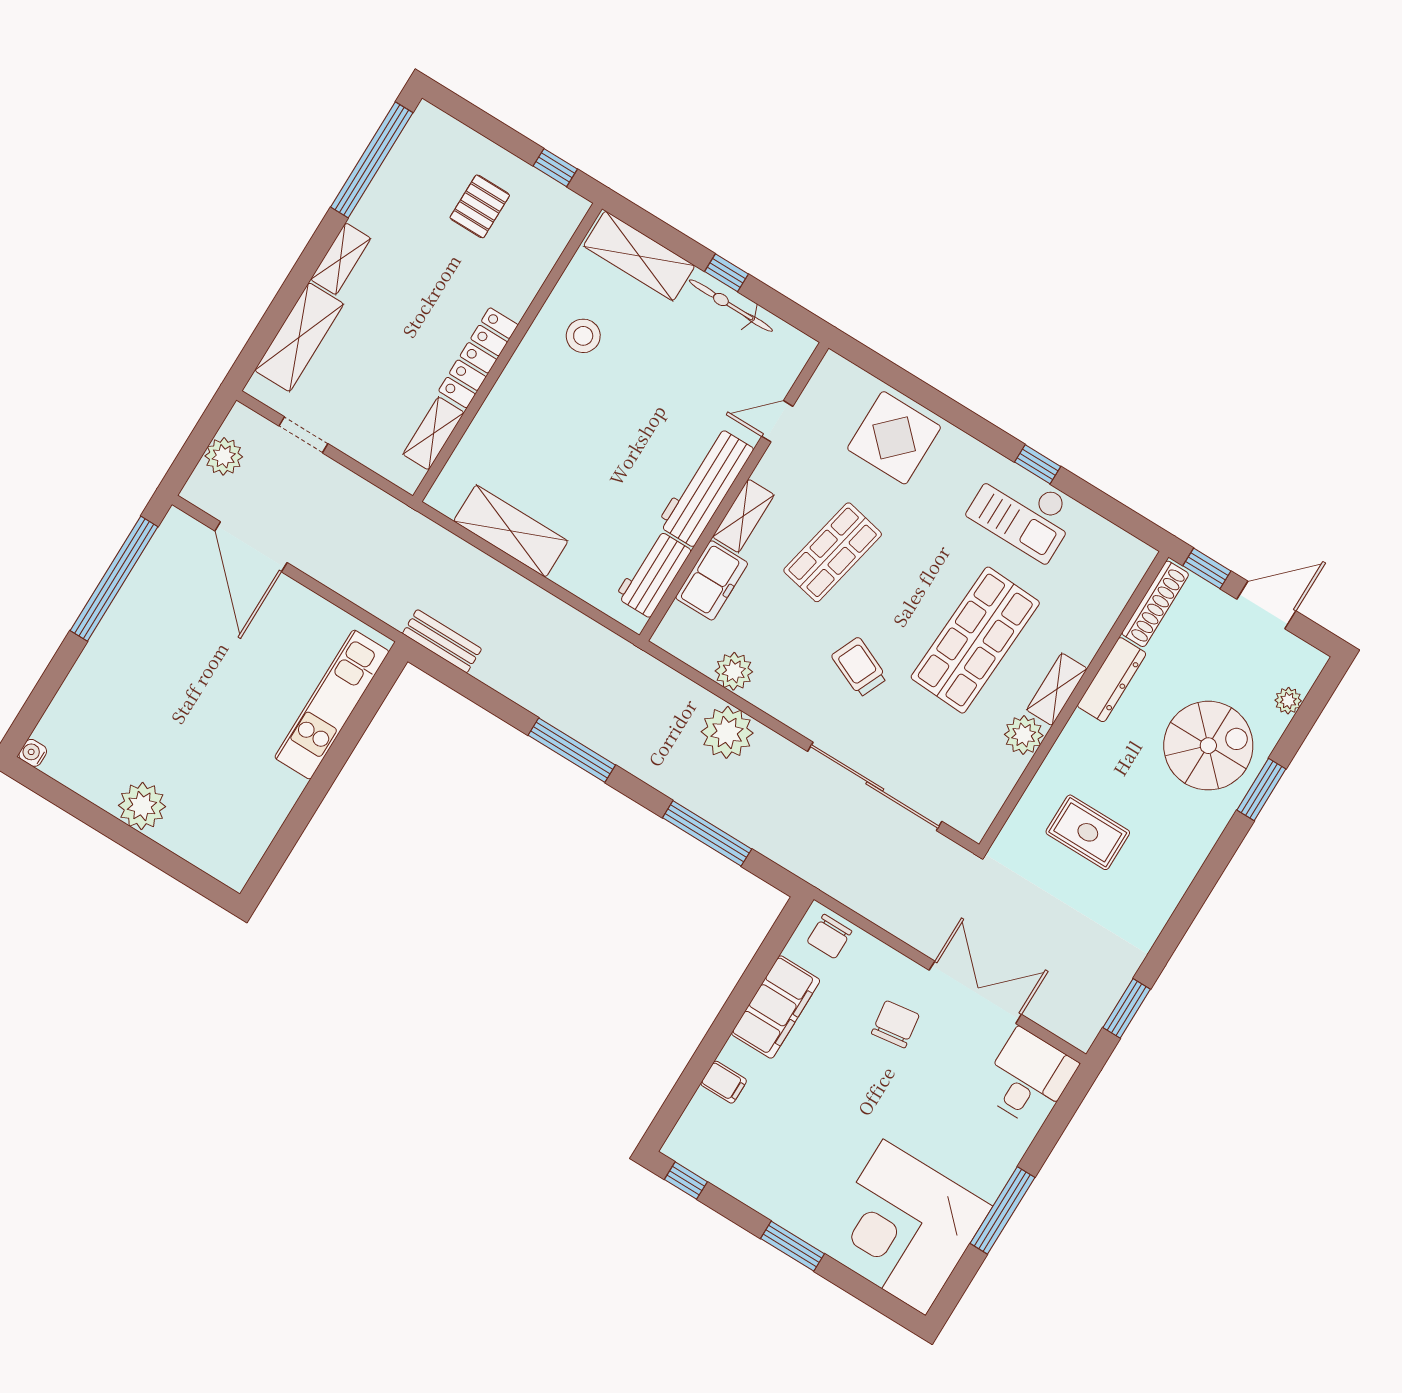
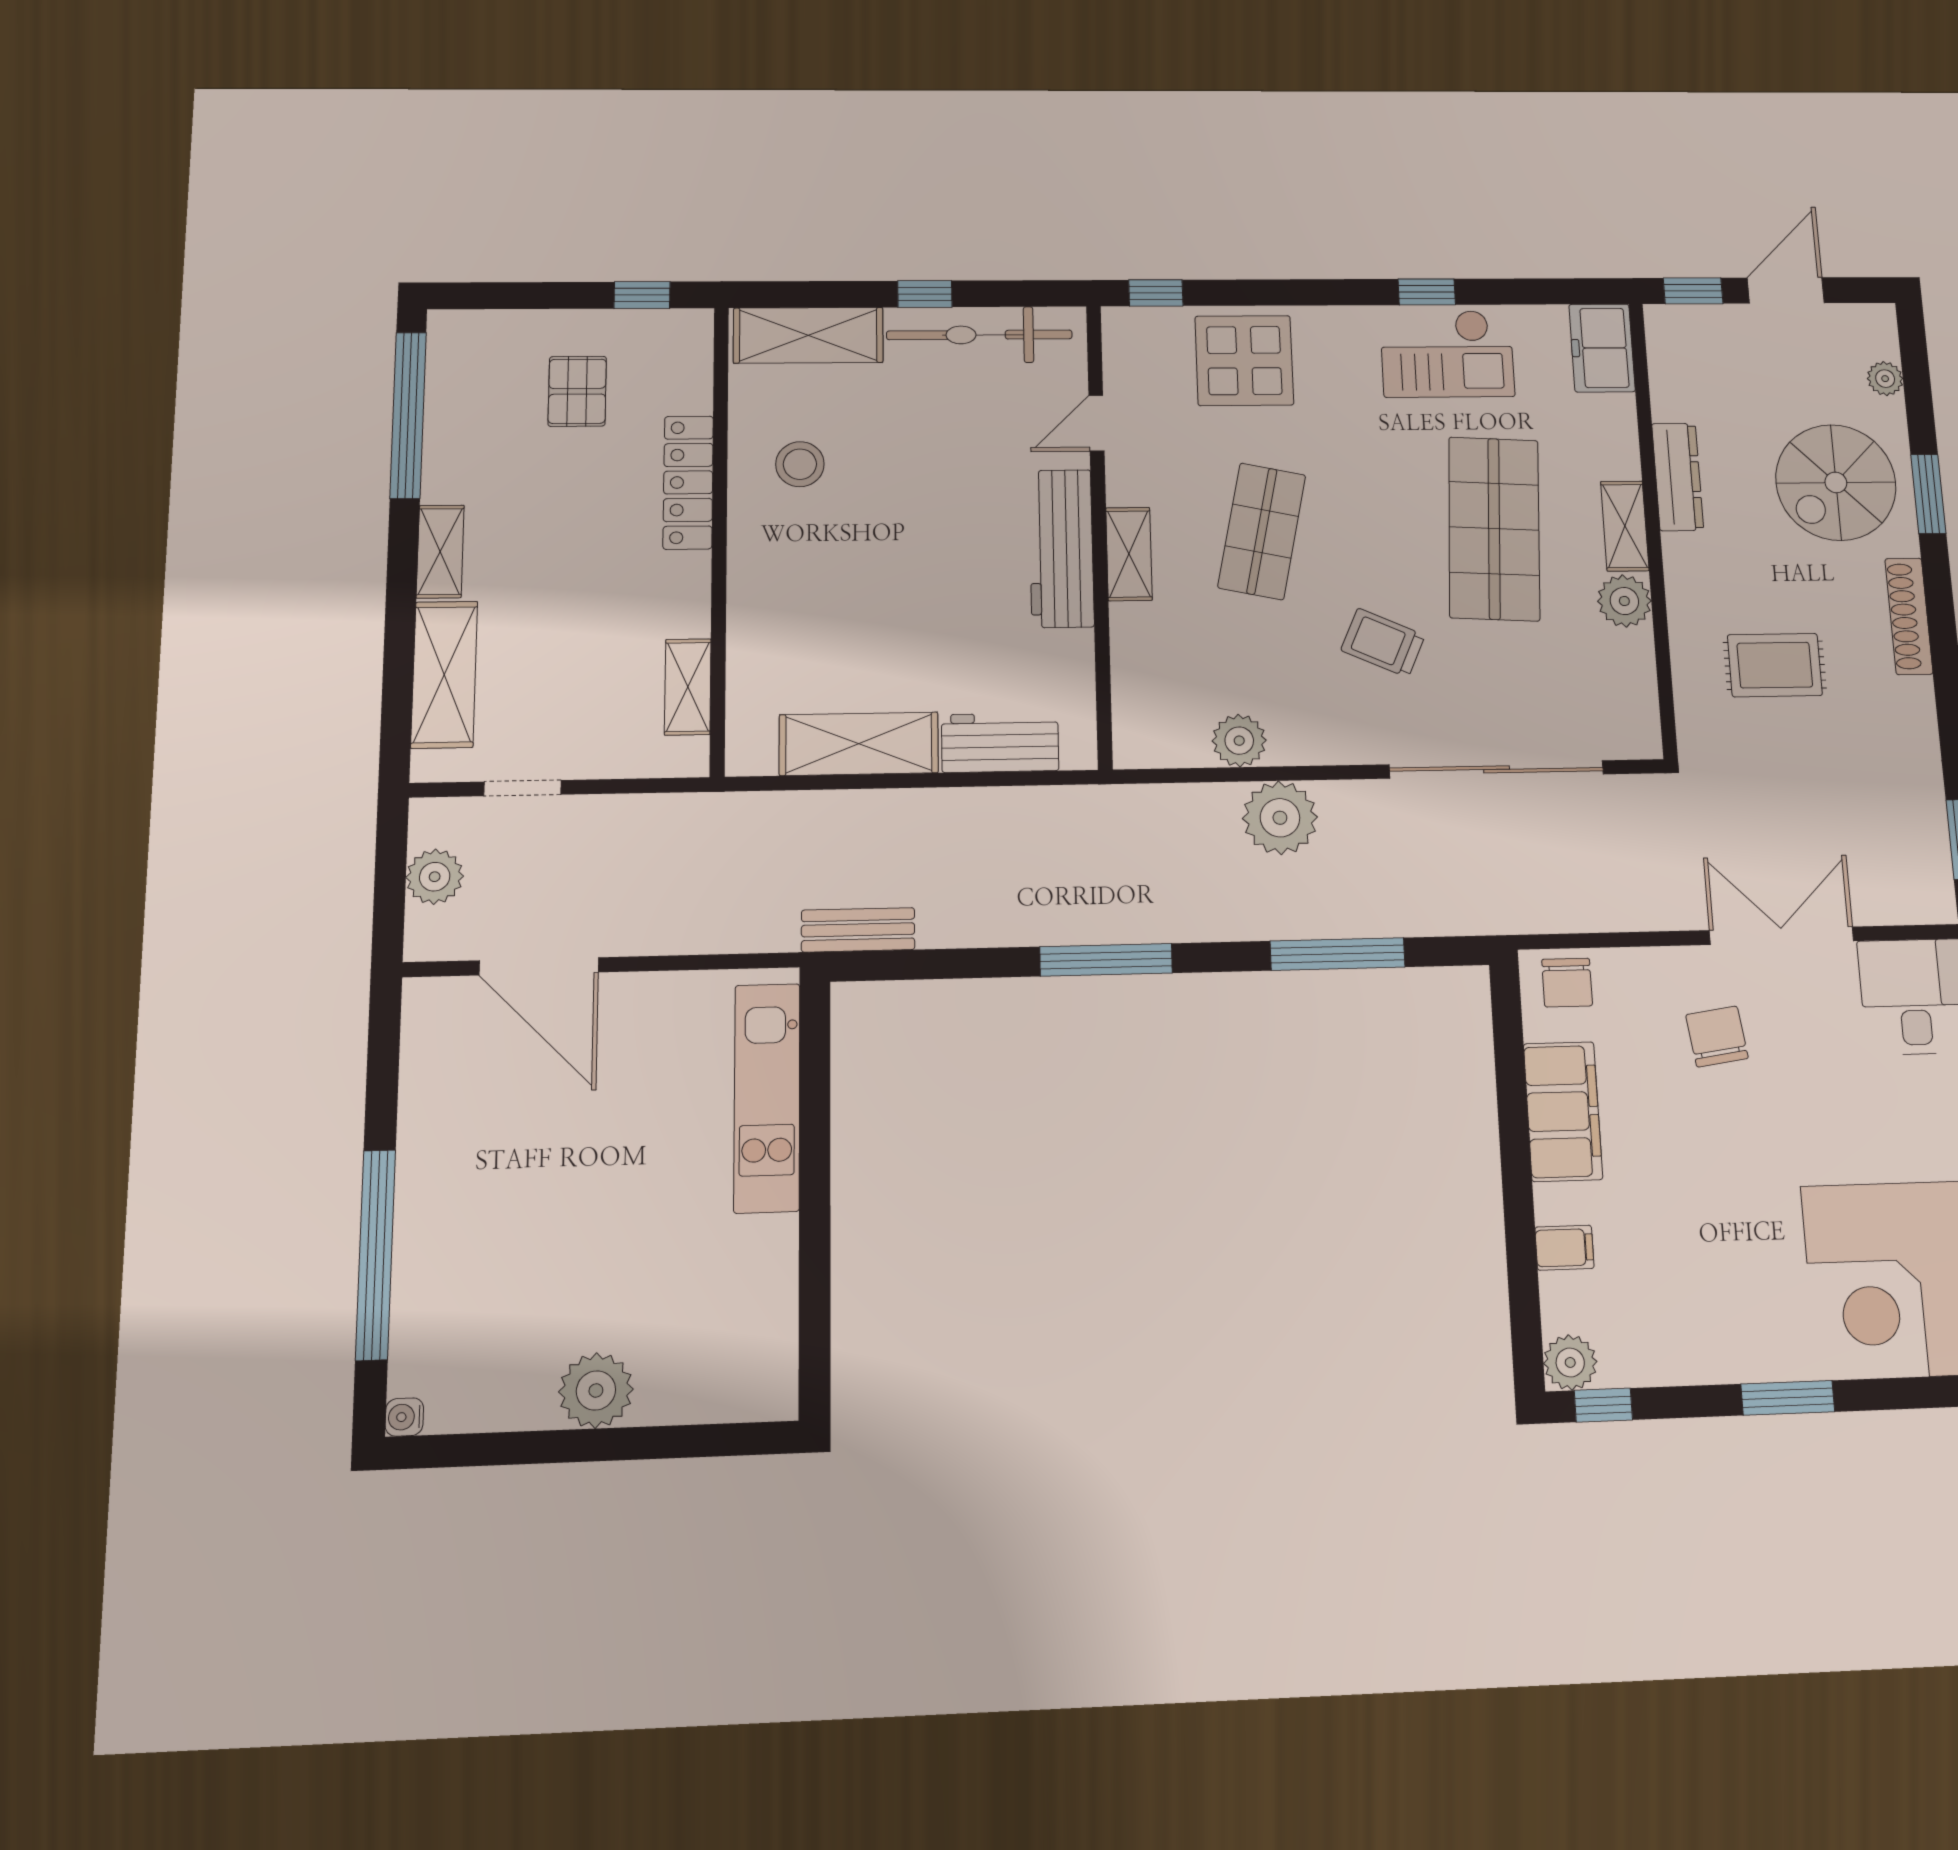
bicycle: (731, 306) -> (979, 335), width x1.37, depth x1.40
locker: (478, 358) -> (688, 482), moved
window: (868, 360) -> (1156, 293), added
workbench: (653, 574) -> (1000, 743), moved, turned 90
window: (114, 579) -> (376, 1254), moved
freezer: (712, 580) -> (1602, 348), moved, turned 180
shoe rack: (1155, 604) -> (1909, 616), moved, turned 180
spiral stairs: (1208, 746) -> (1836, 482), turned 180
plant: (683, 1146) -> (1570, 1362), added

